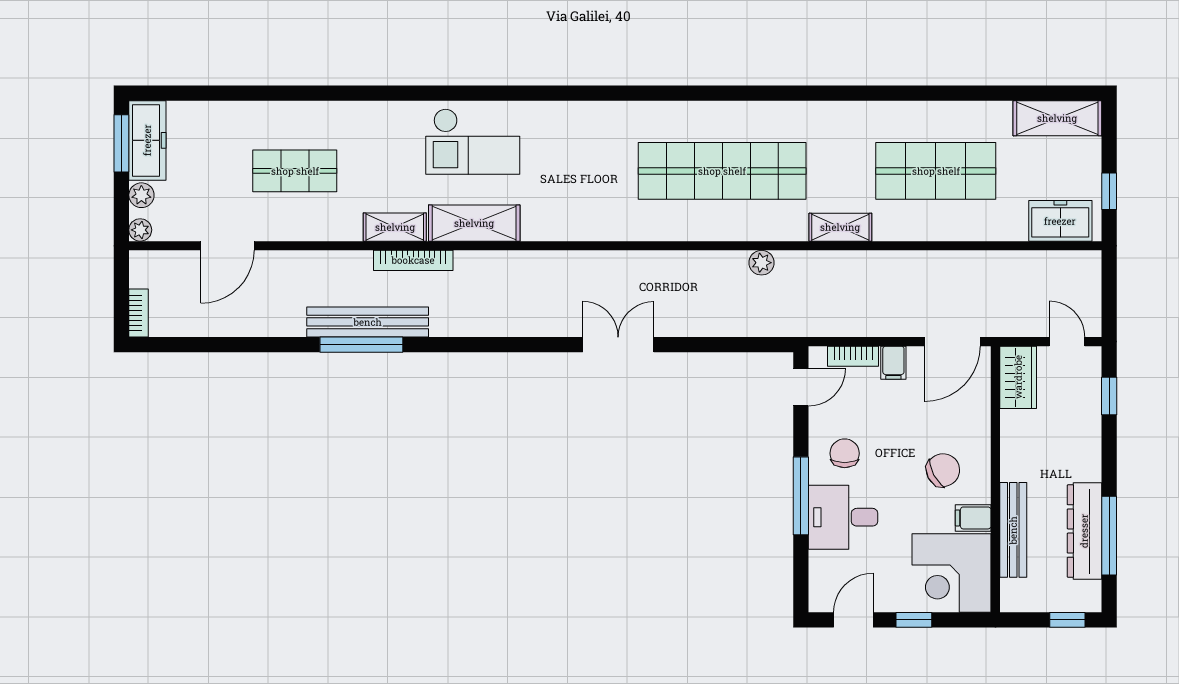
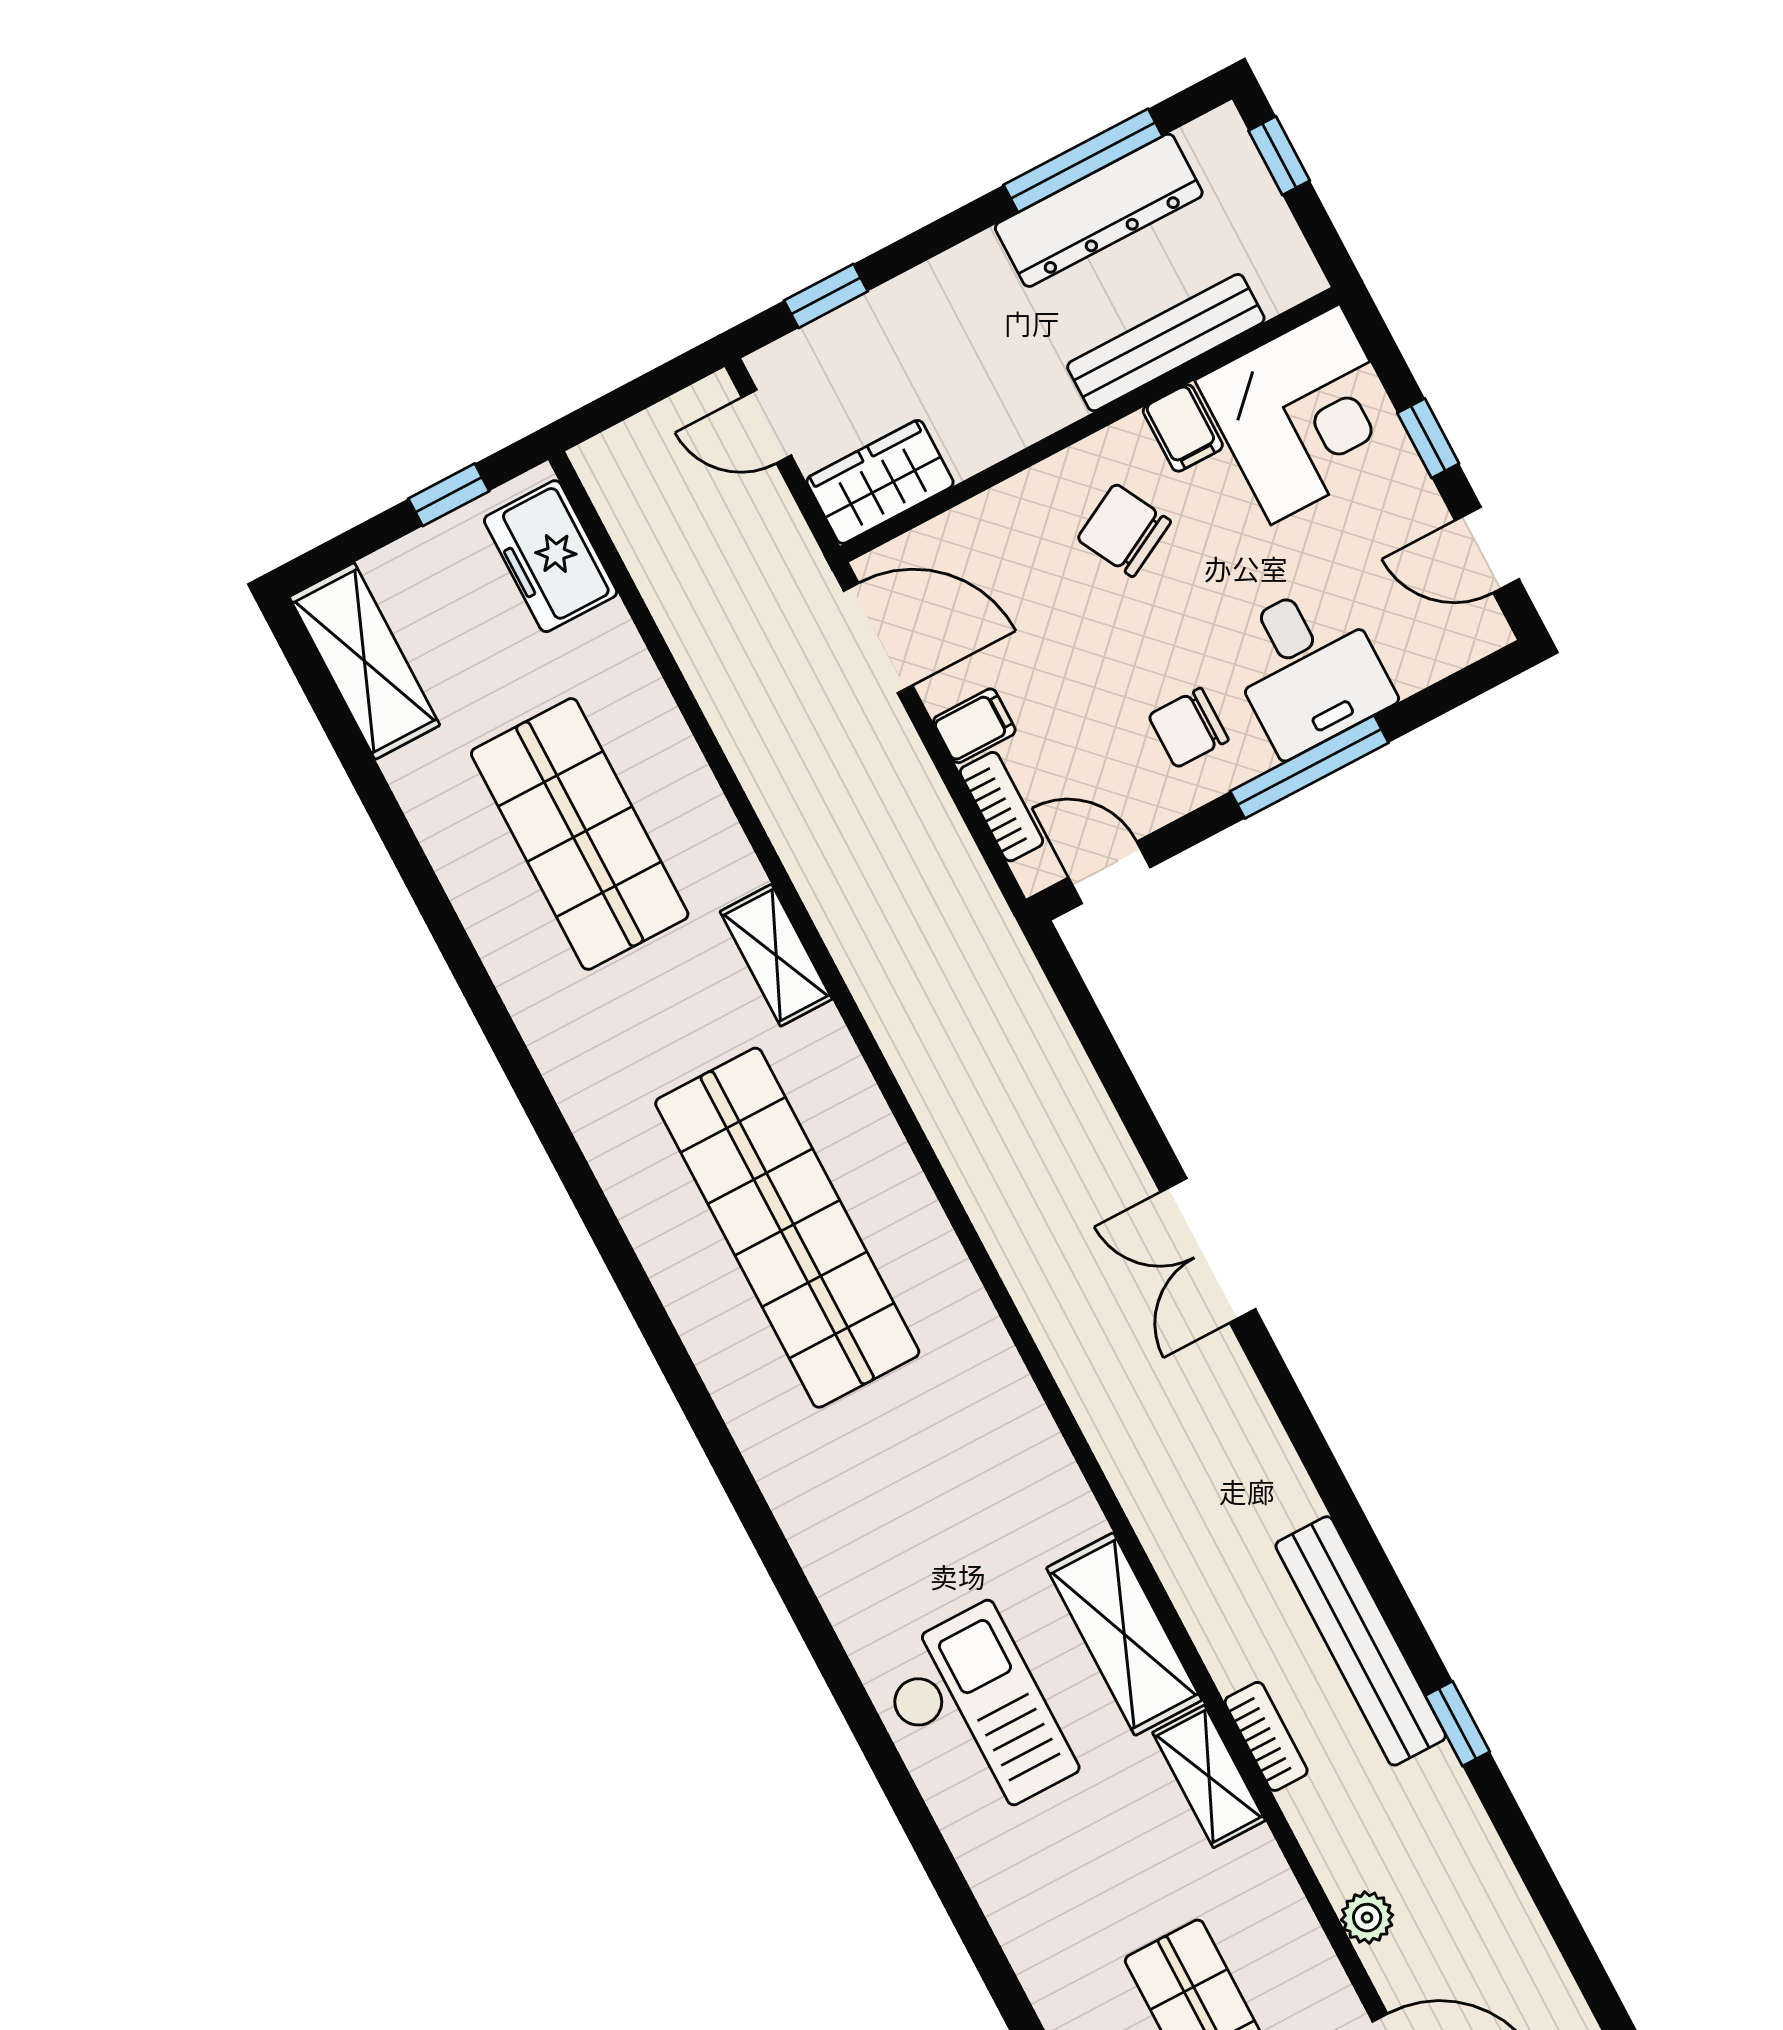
bookcase: (413, 260) -> (1266, 1736), width x0.64
plant: (761, 263) -> (1367, 1918), moved
bench: (368, 322) -> (1361, 1641), moved
door: (1067, 342) -> (767, 427), hinge flipped
window: (361, 345) -> (1457, 1724), width x0.46

